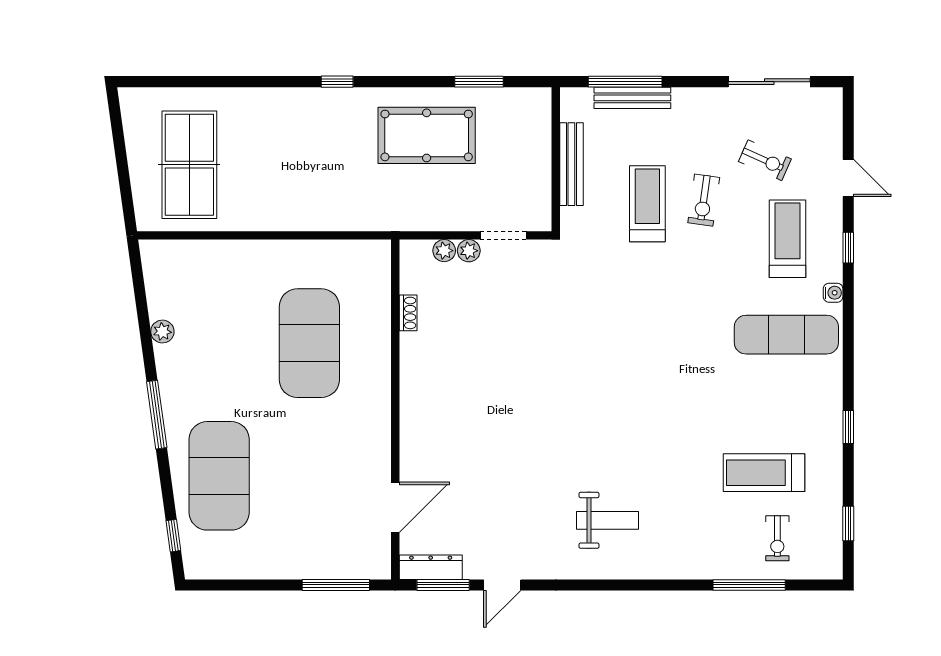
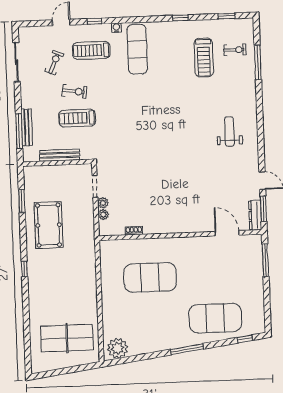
plant: (162, 332) -> (118, 348), moved, width x1.88, depth x1.88

